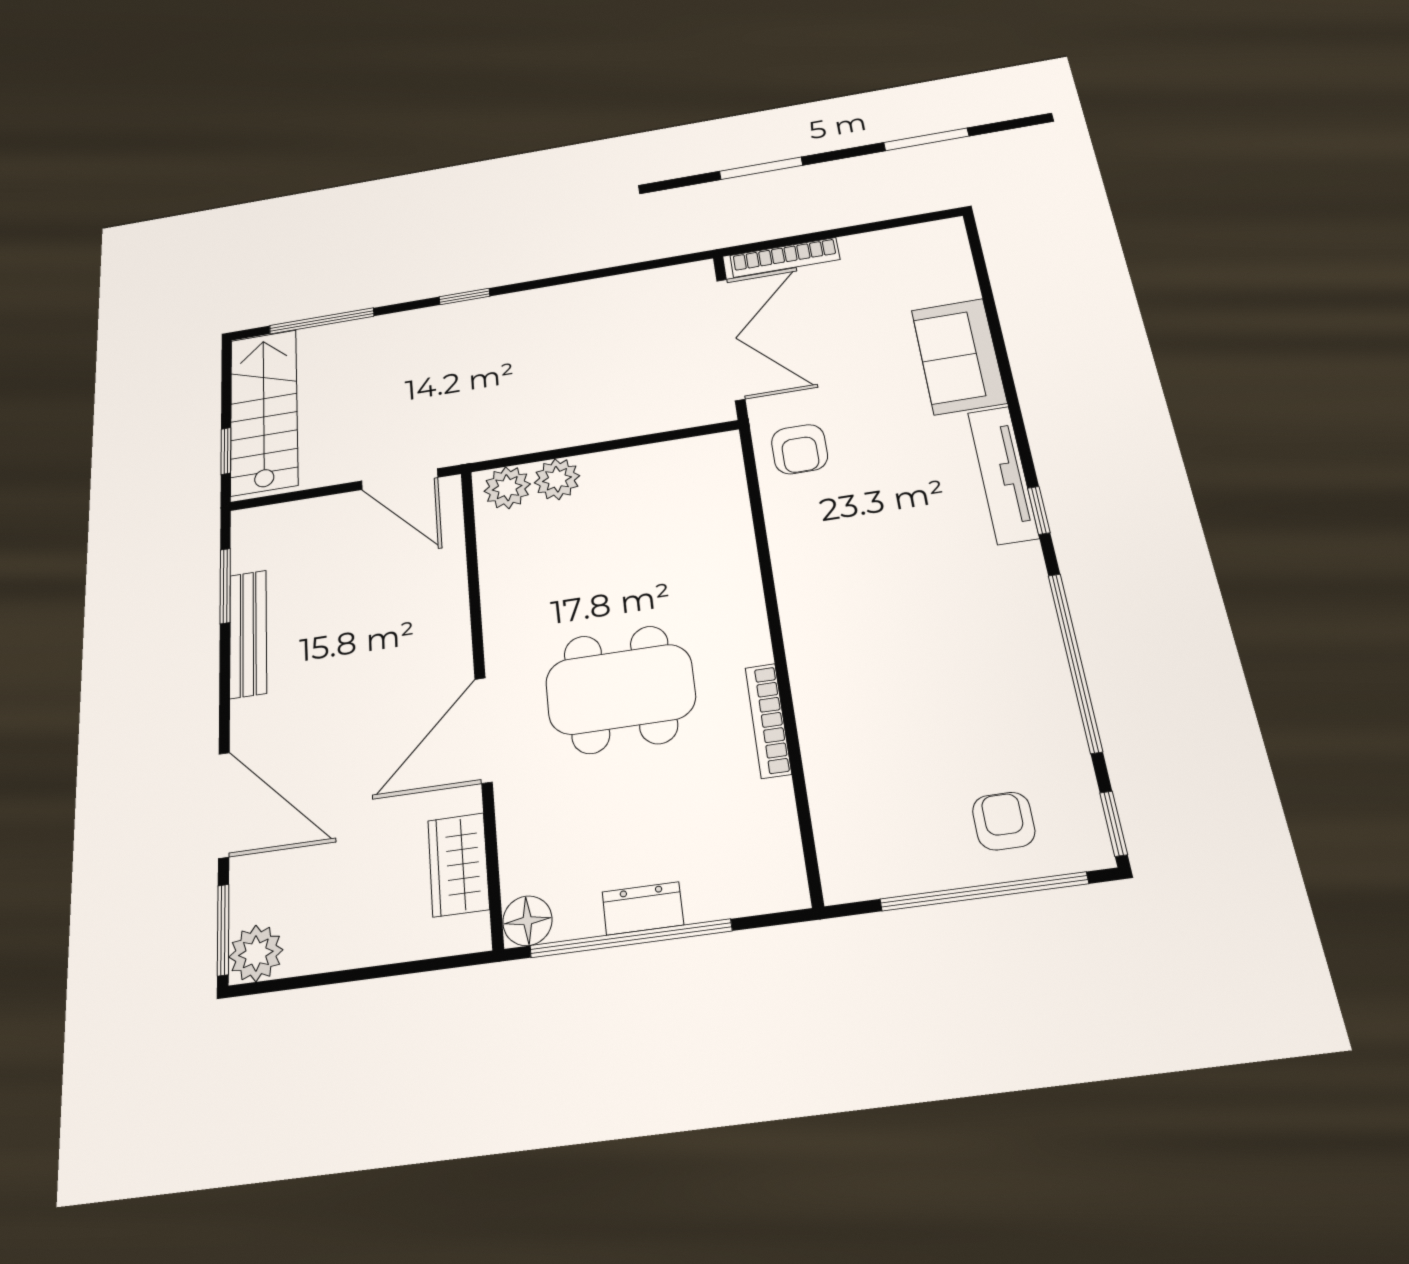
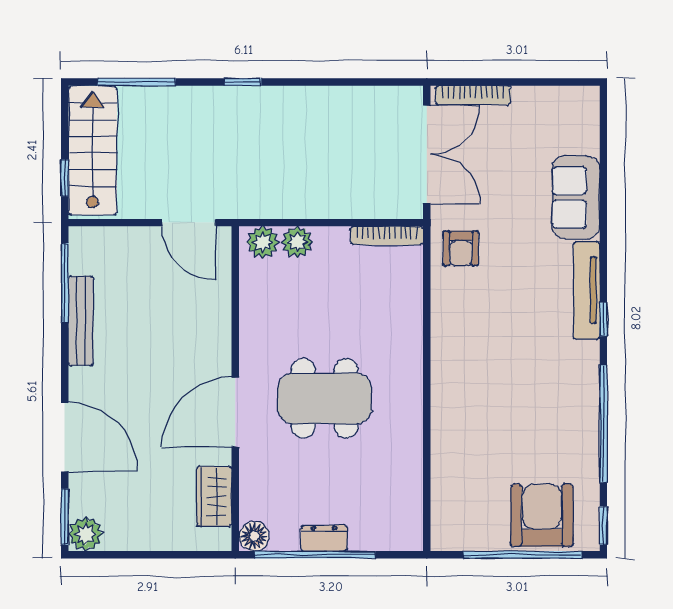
window: (225, 586) -> (65, 283), width x1.44
bookcase: (768, 720) -> (387, 236), moved, turned -90
armchair: (1004, 821) -> (542, 515), width x1.88, depth x1.88

